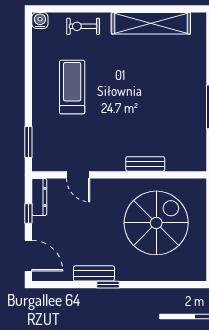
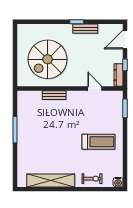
treadmill: (72, 87) -> (99, 142), turned -90
door: (28, 256) -> (125, 39), hinge flipped

